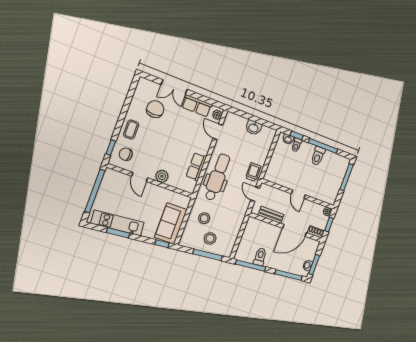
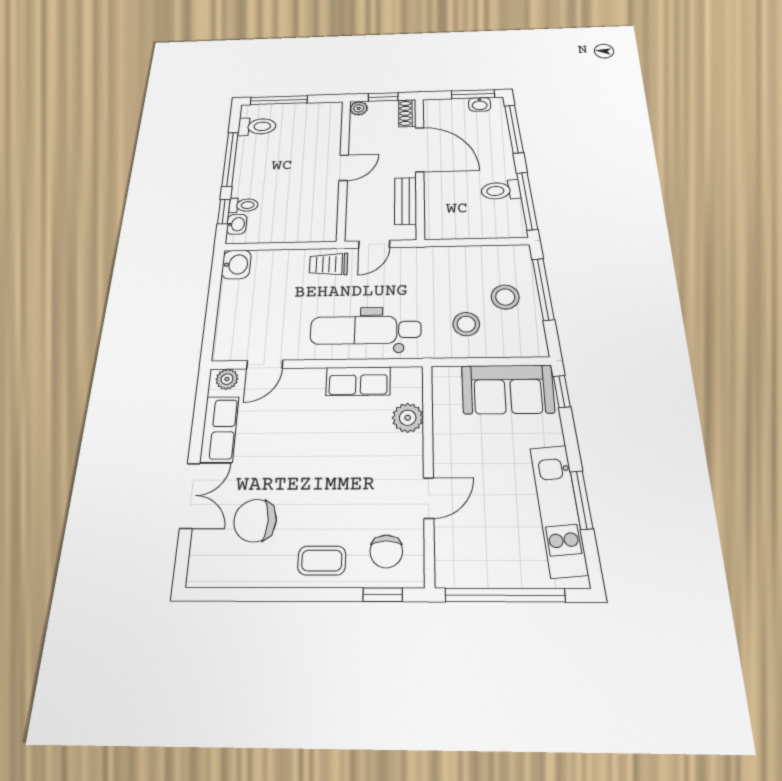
washbasin: (254, 128) -> (236, 264), moved
toilet: (318, 156) -> (257, 126), moved
plant: (162, 176) -> (408, 418), moved

